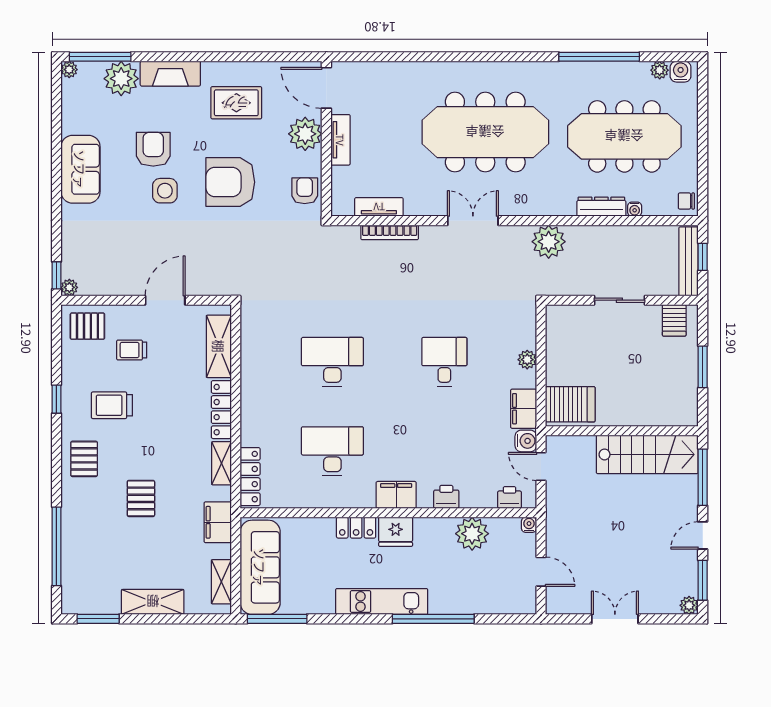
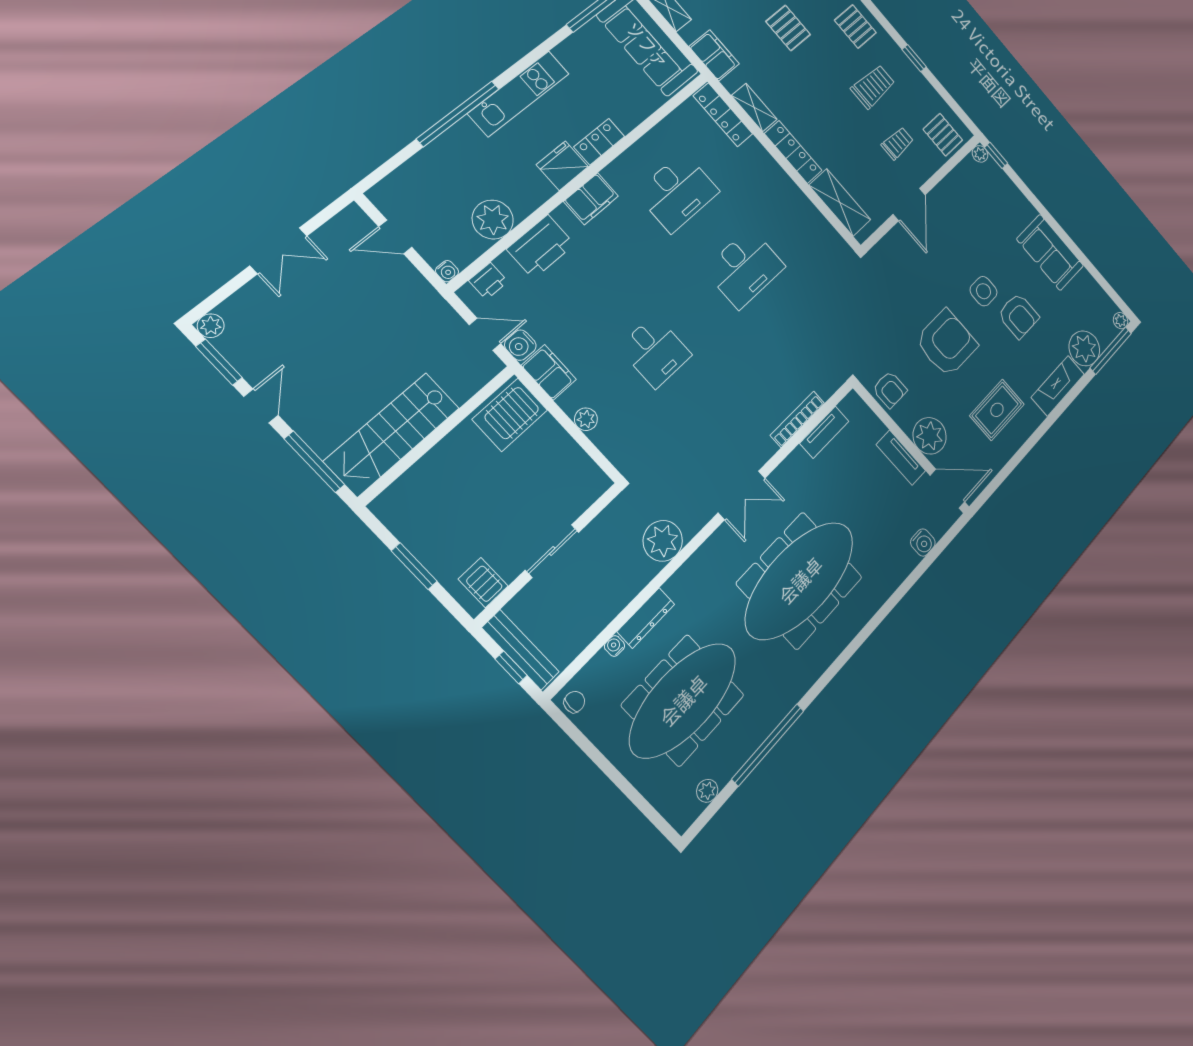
water cooler: (681, 72) -> (923, 543), moved
pallet: (87, 326) -> (943, 135), turned 90
printer: (446, 497) -> (541, 247), width x1.87, depth x1.48

